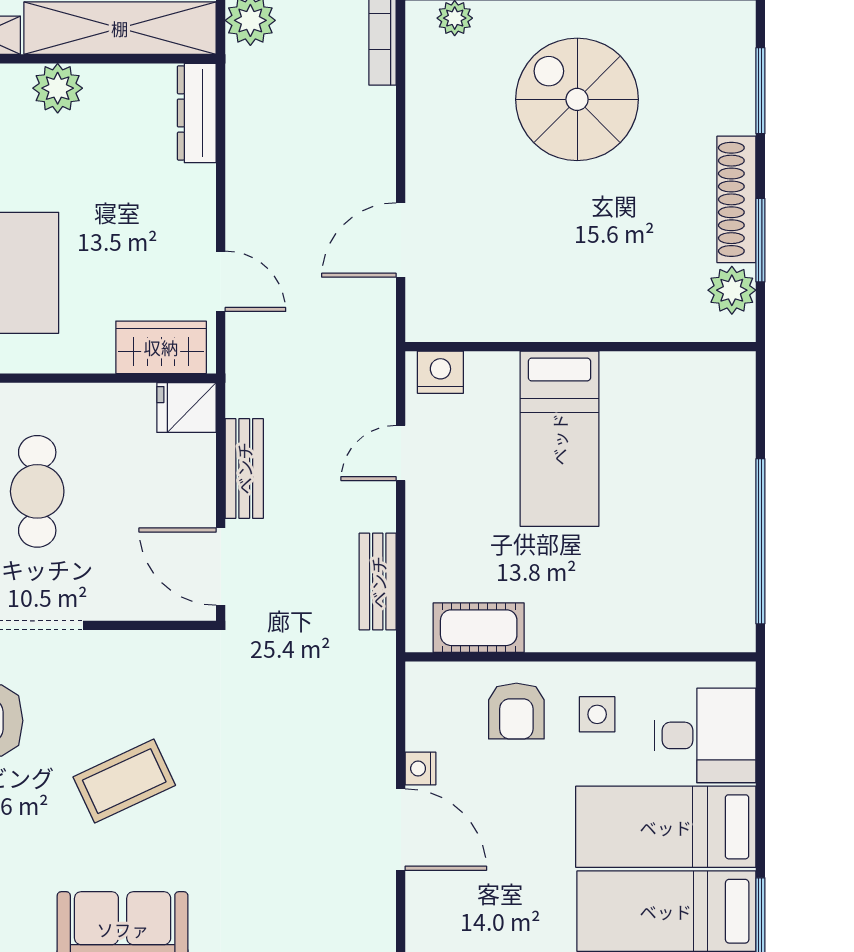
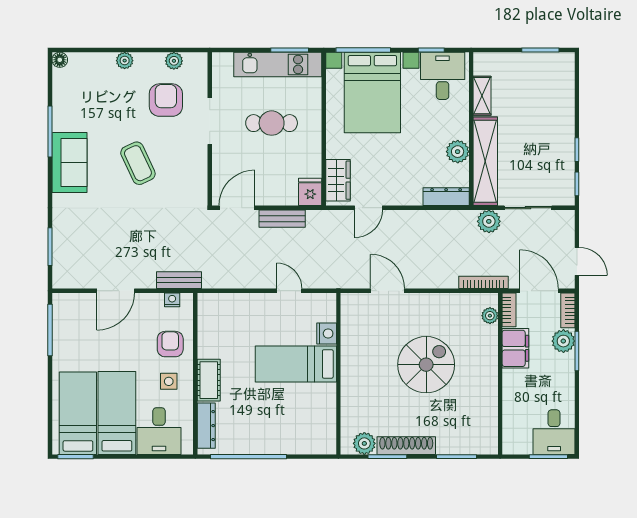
plant: (58, 88) -> (458, 152), moved
spiral stairs: (577, 99) -> (426, 365), moved
nightstand: (440, 372) -> (327, 334), moved
bench: (378, 582) -> (179, 280), moved
cot: (479, 628) -> (209, 380), moved
dresser: (693, 633) -> (206, 426), added
armchair: (516, 711) -> (170, 344), turned 90
nightstand: (420, 768) -> (172, 300), moved

